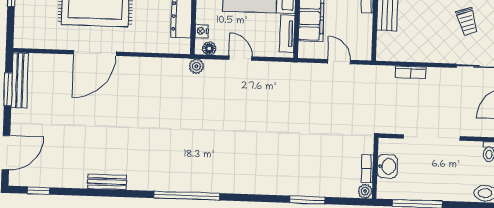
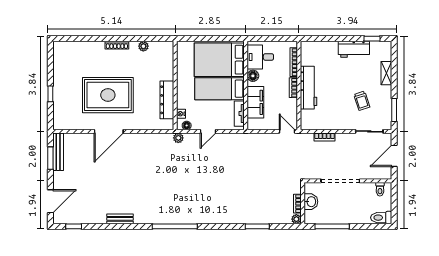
door: (240, 58) -> (208, 131), swing flipped
door: (339, 62) -> (287, 131), moved

